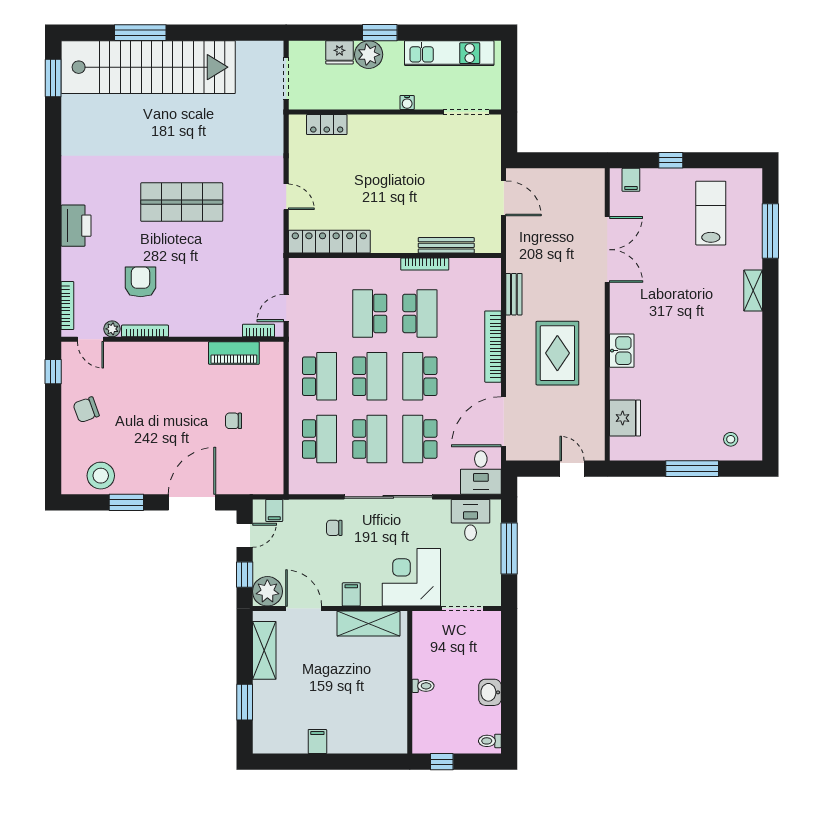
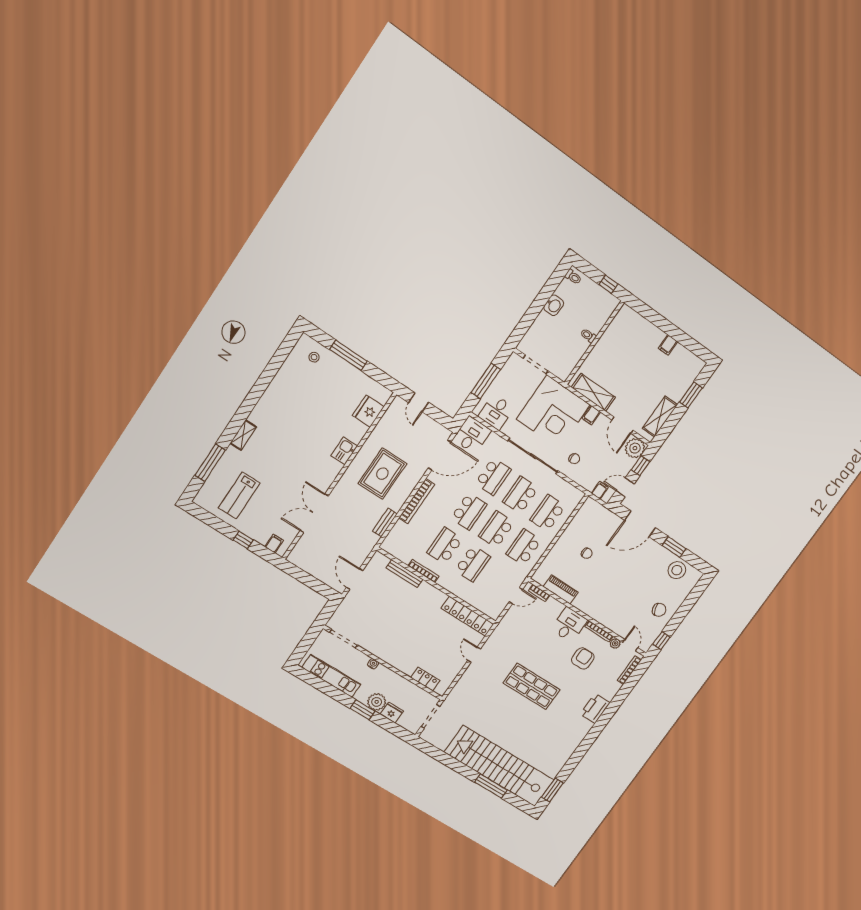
armchair: (141, 282) -> (583, 658), turned 180
desk: (191, 315) -> (569, 625), added
corner desk: (411, 577) -> (553, 412), width x1.36, depth x1.36

